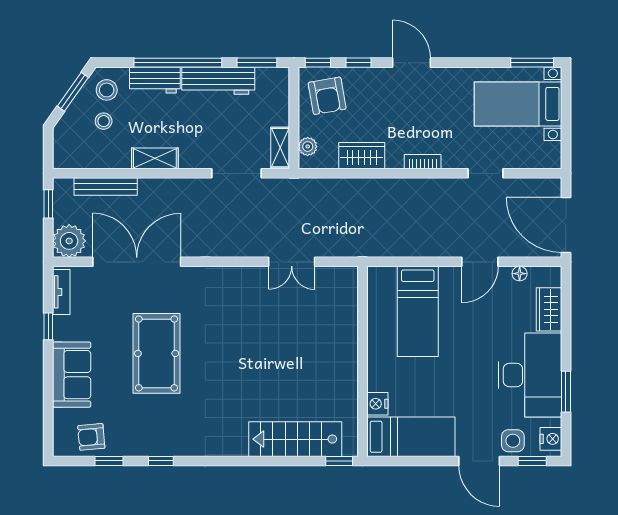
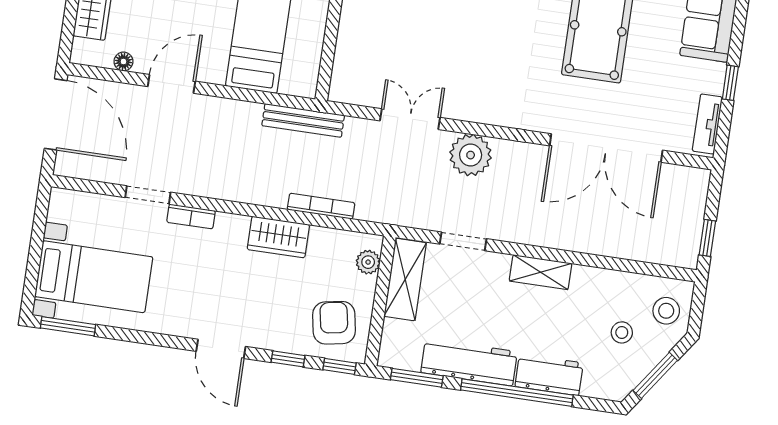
stool: (107, 90) -> (666, 311), moved
shelving: (280, 148) -> (405, 279), width x1.50, depth x1.33
wardrobe: (362, 156) -> (278, 237), moved
shelving: (155, 158) -> (541, 272), moved
bookcase: (423, 162) -> (191, 216), moved
doorway: (237, 173) -> (463, 241), width x0.73
bookcase: (350, 184) -> (321, 206), added
bench: (106, 187) -> (303, 120), moved
plant: (69, 241) -> (471, 155), moved

